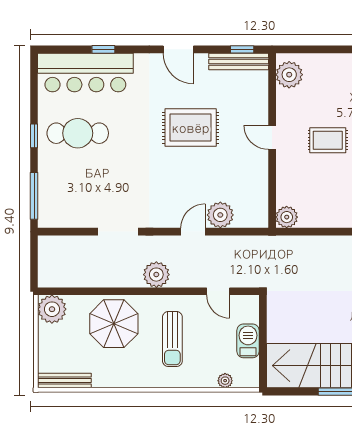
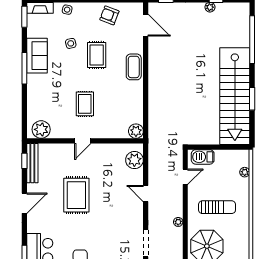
plant: (220, 215) -> (134, 160), moved
plant: (156, 275) -> (178, 222), width x0.53, depth x0.53
barbecue: (248, 341) -> (203, 157), moved

